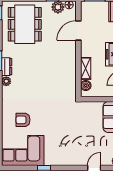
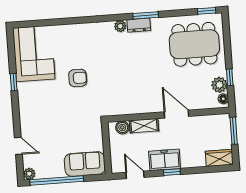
door: (78, 30) -> (176, 114), moved
armchair: (23, 120) -> (78, 78), moved, turned 90

